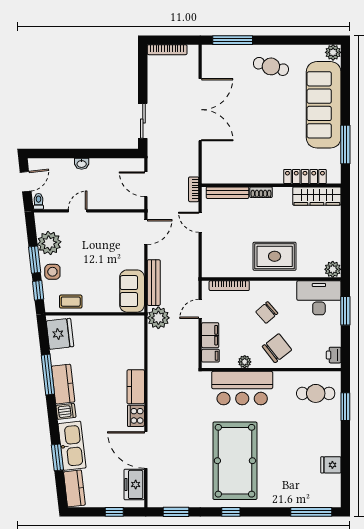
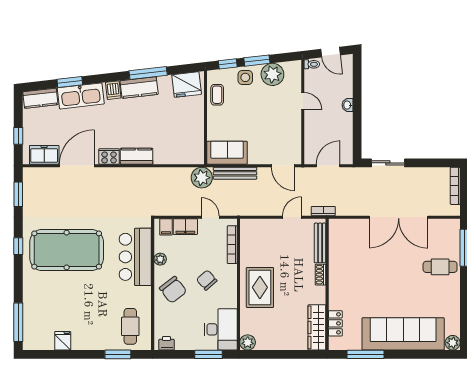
cafe table: (271, 66) -> (440, 267), moved, turned 75
locker: (305, 176) -> (335, 323), width x0.66

